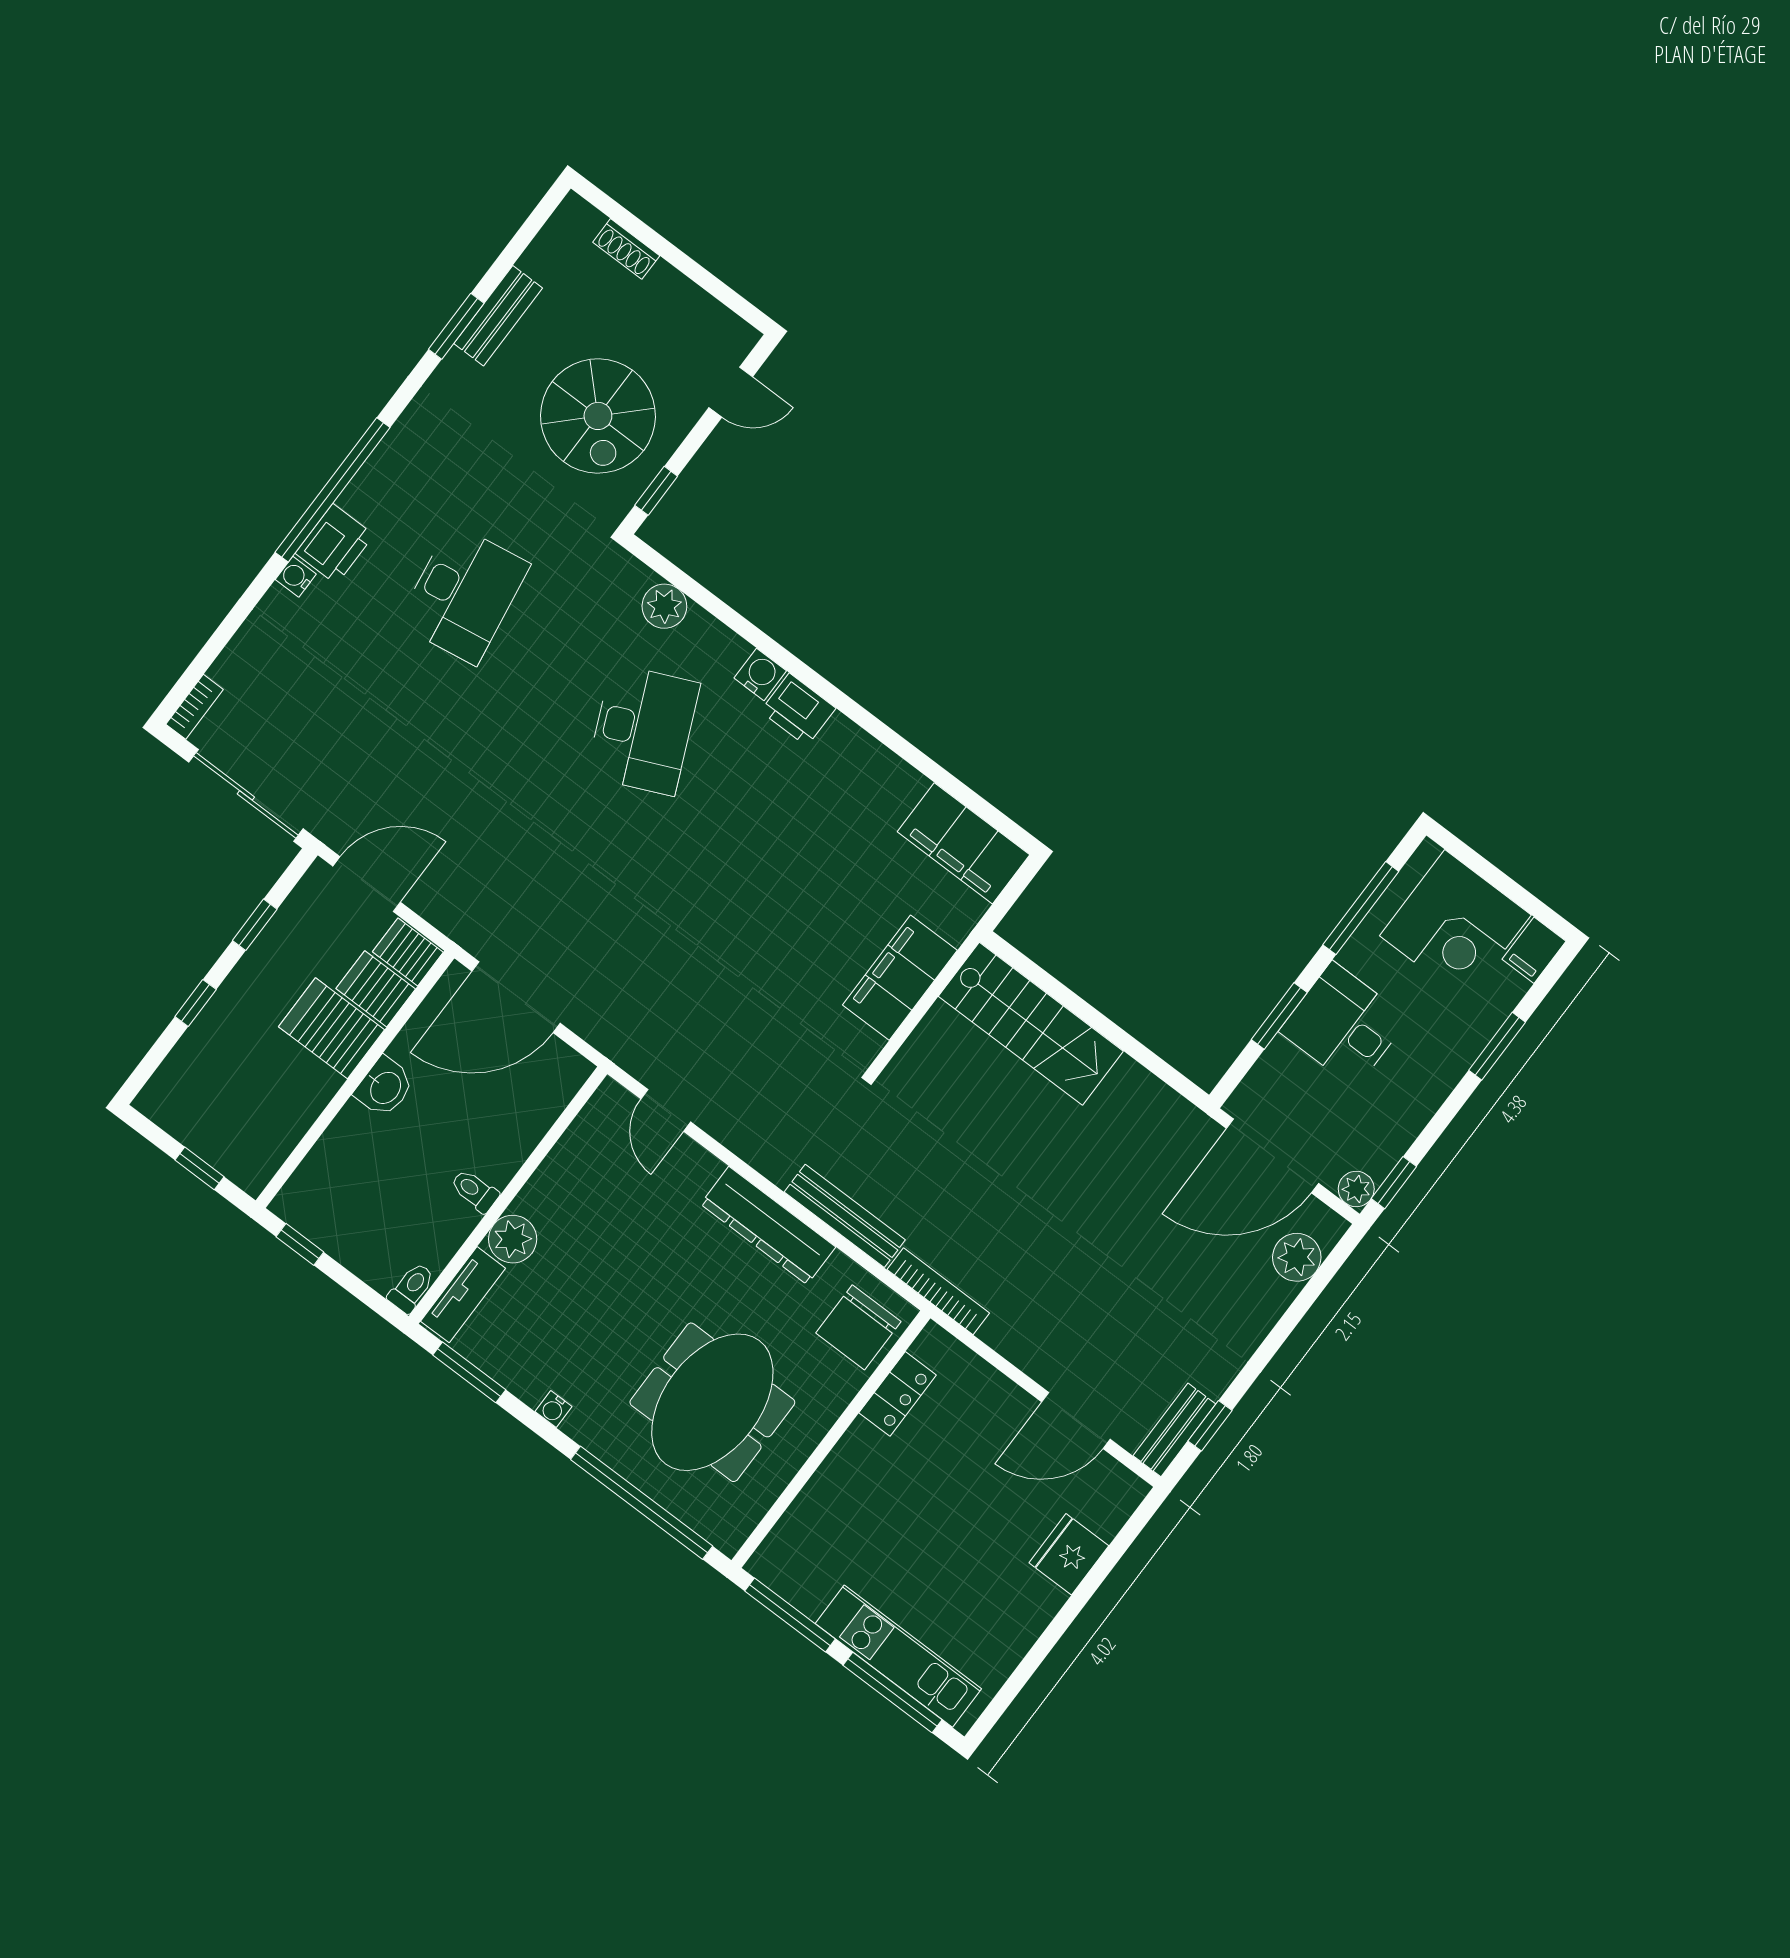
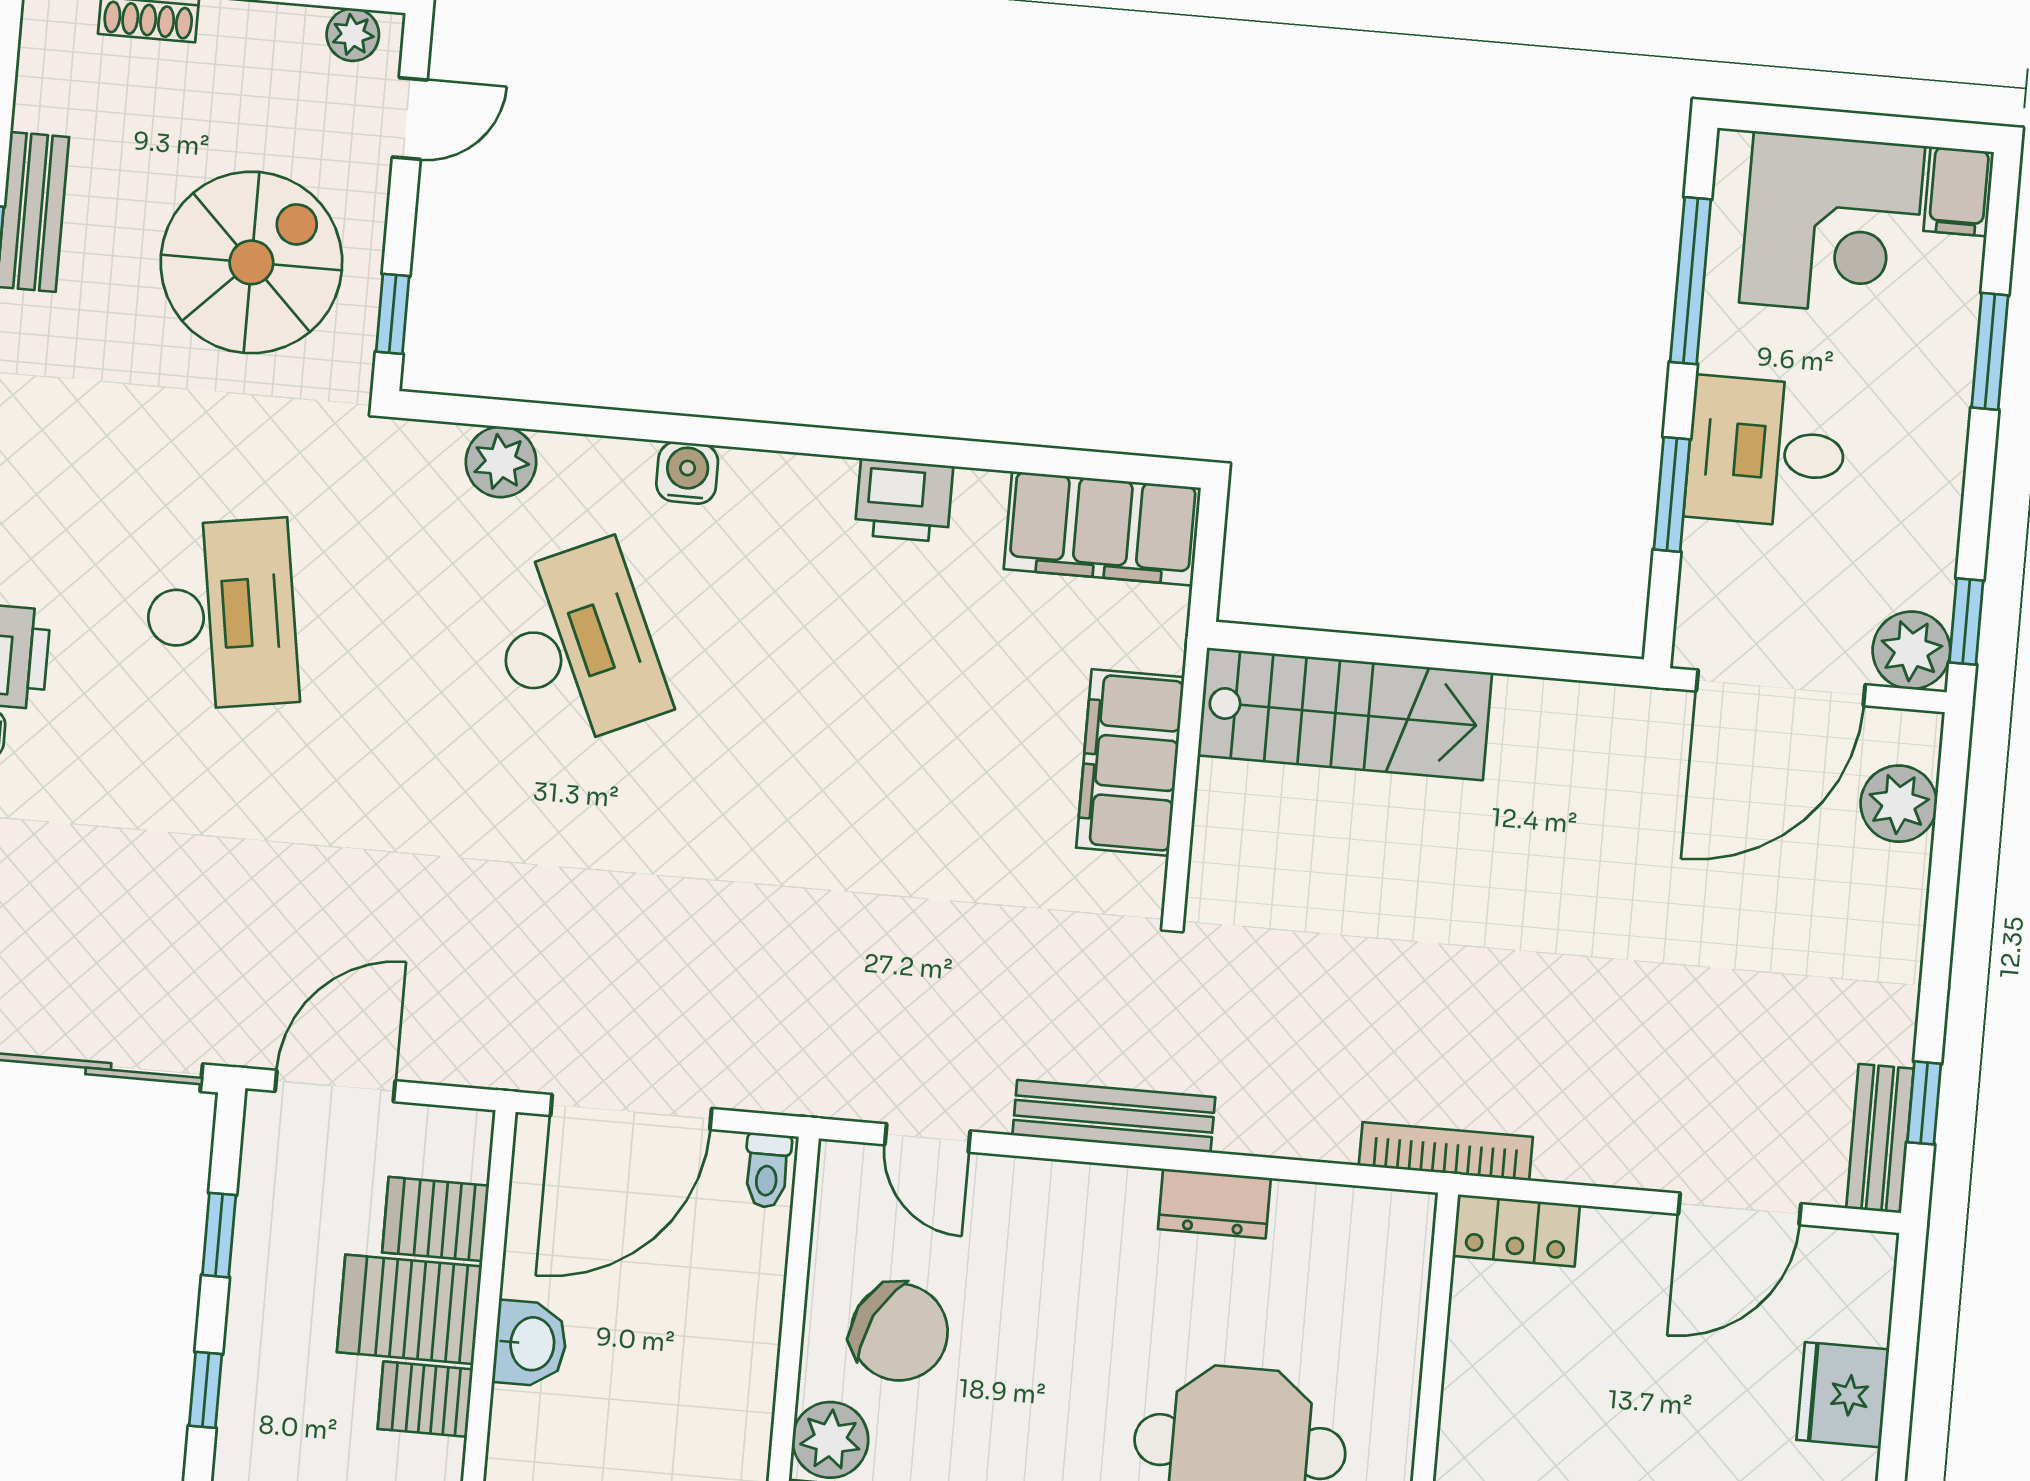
plant: (728, 328) -> (353, 35), added
spiral stairs: (598, 416) -> (251, 262), turned -90
printer: (798, 710) -> (904, 500), moved
server rack: (408, 952) -> (425, 1399), moved
plant: (1356, 1189) -> (1911, 650), width x1.38, depth x1.38
toilet: (475, 1191) -> (767, 1170), moved, turned -90
bench: (845, 1216) -> (1114, 1116), moved
dresser: (768, 1225) -> (1214, 1204), width x0.51, depth x0.80
chair: (858, 1327) -> (899, 1332), moved, turned -63
locker: (898, 1394) -> (1516, 1230), moved, turned 90

